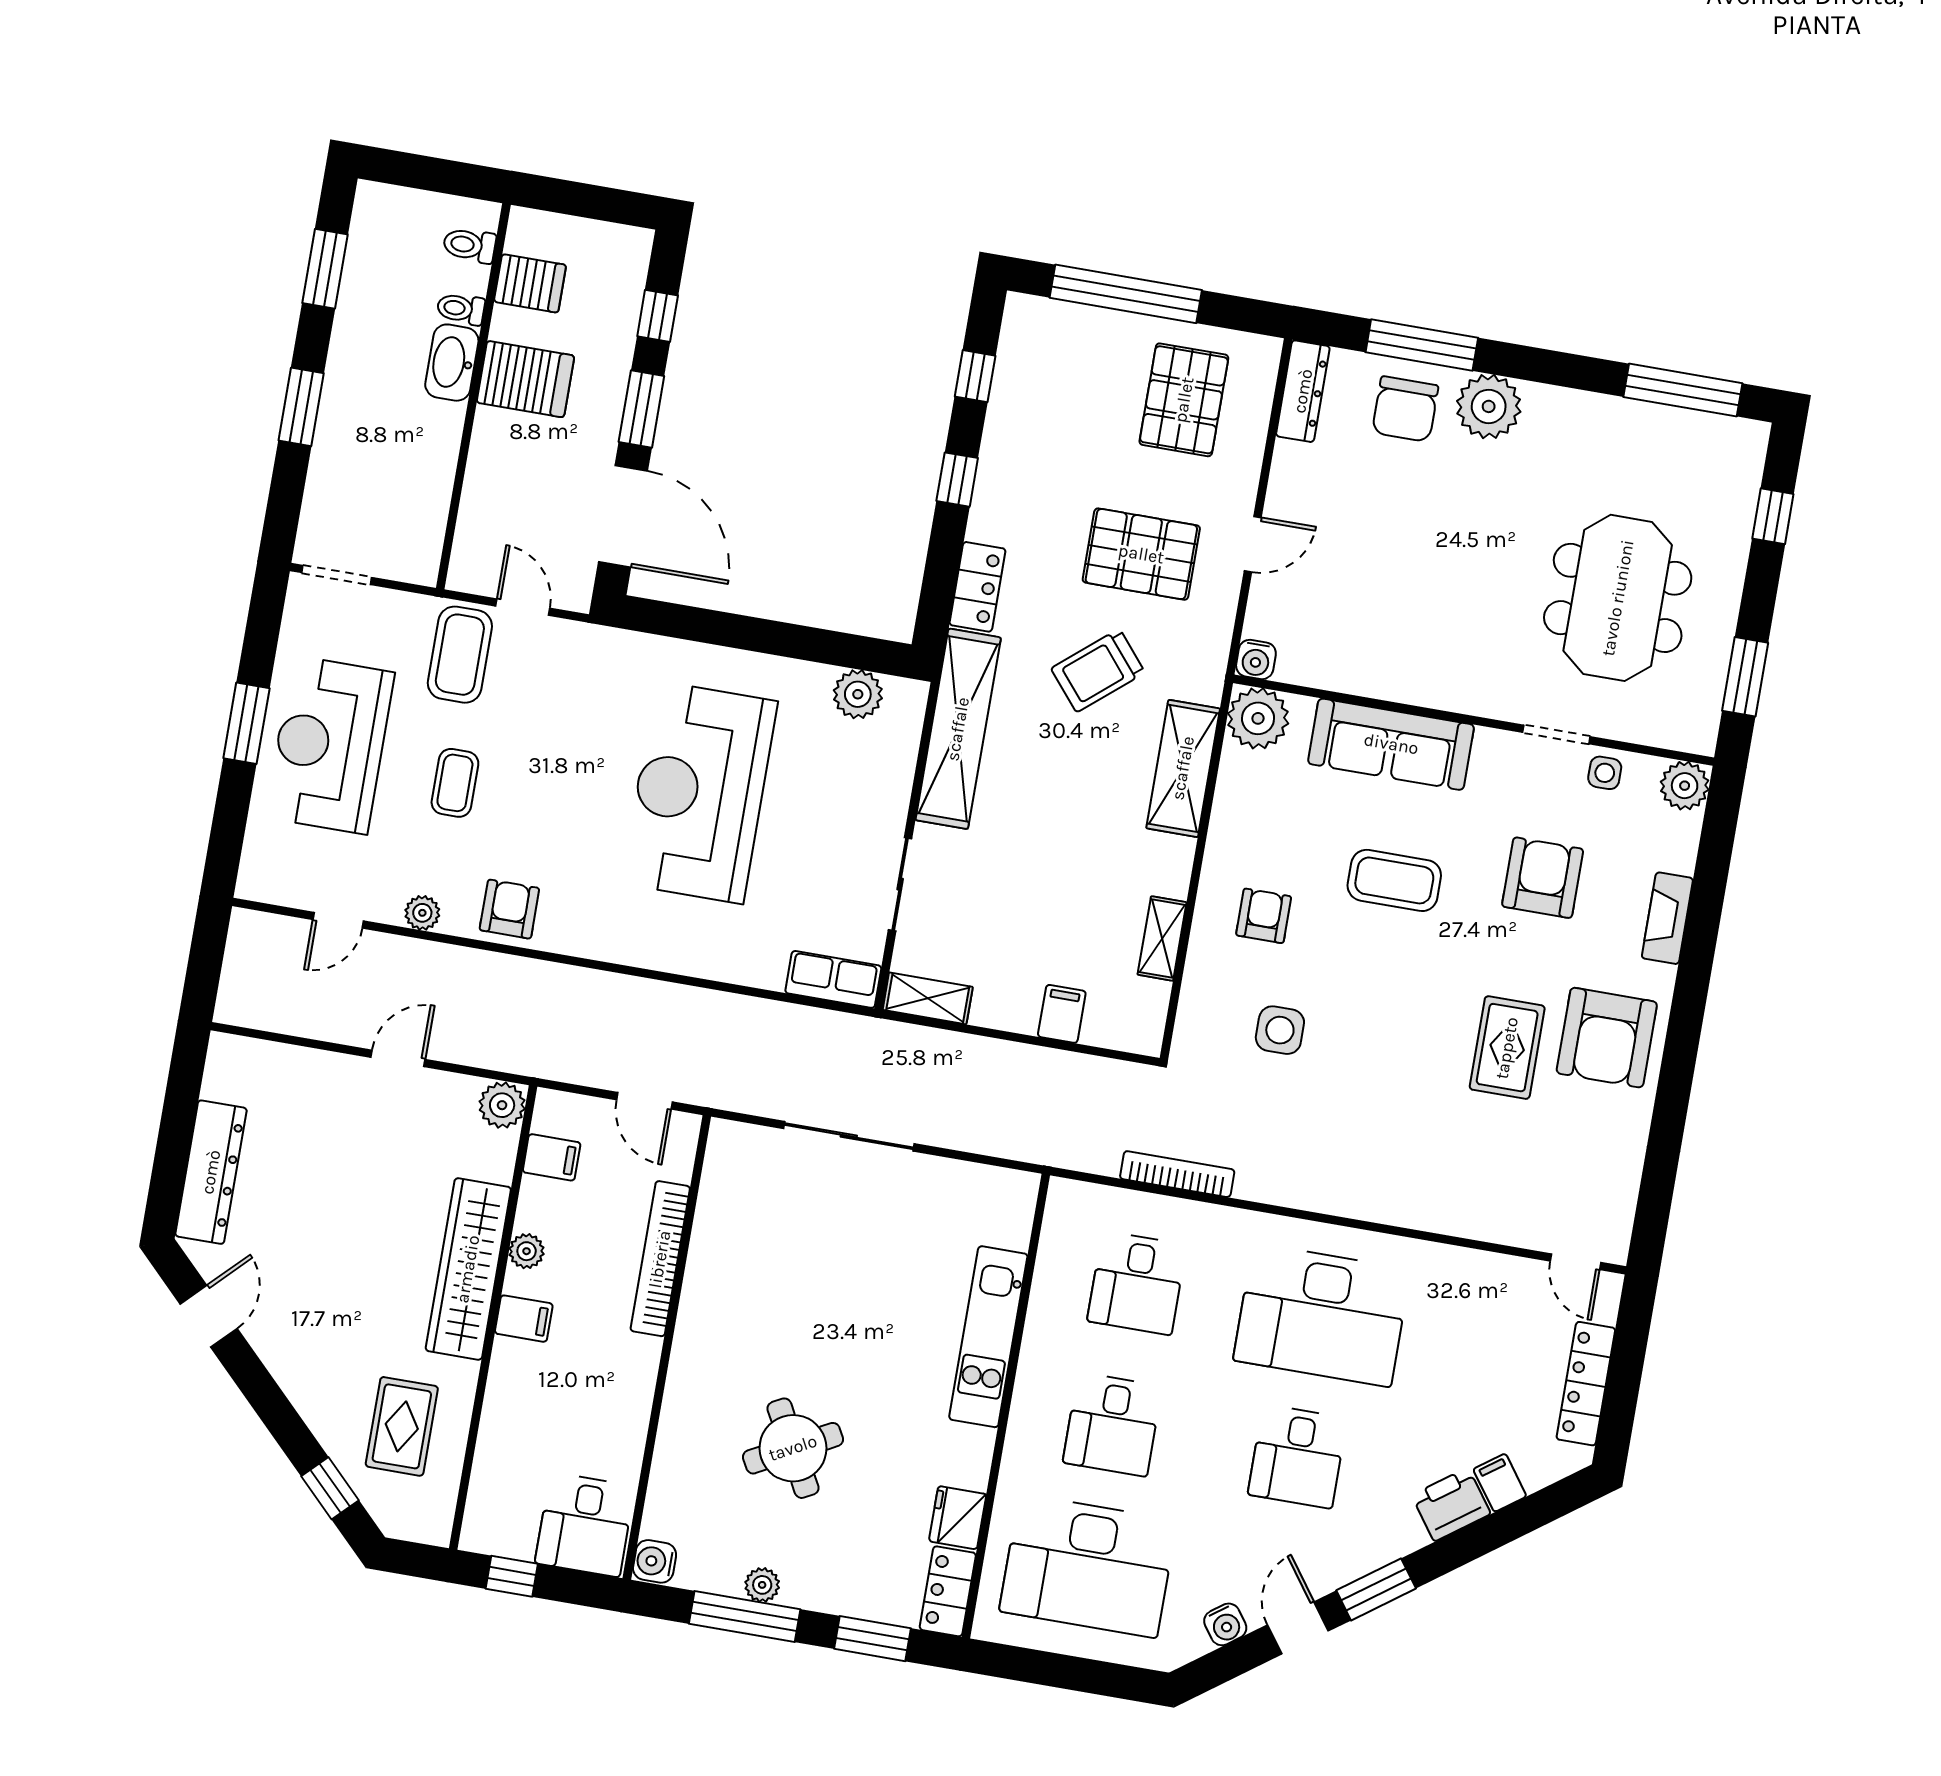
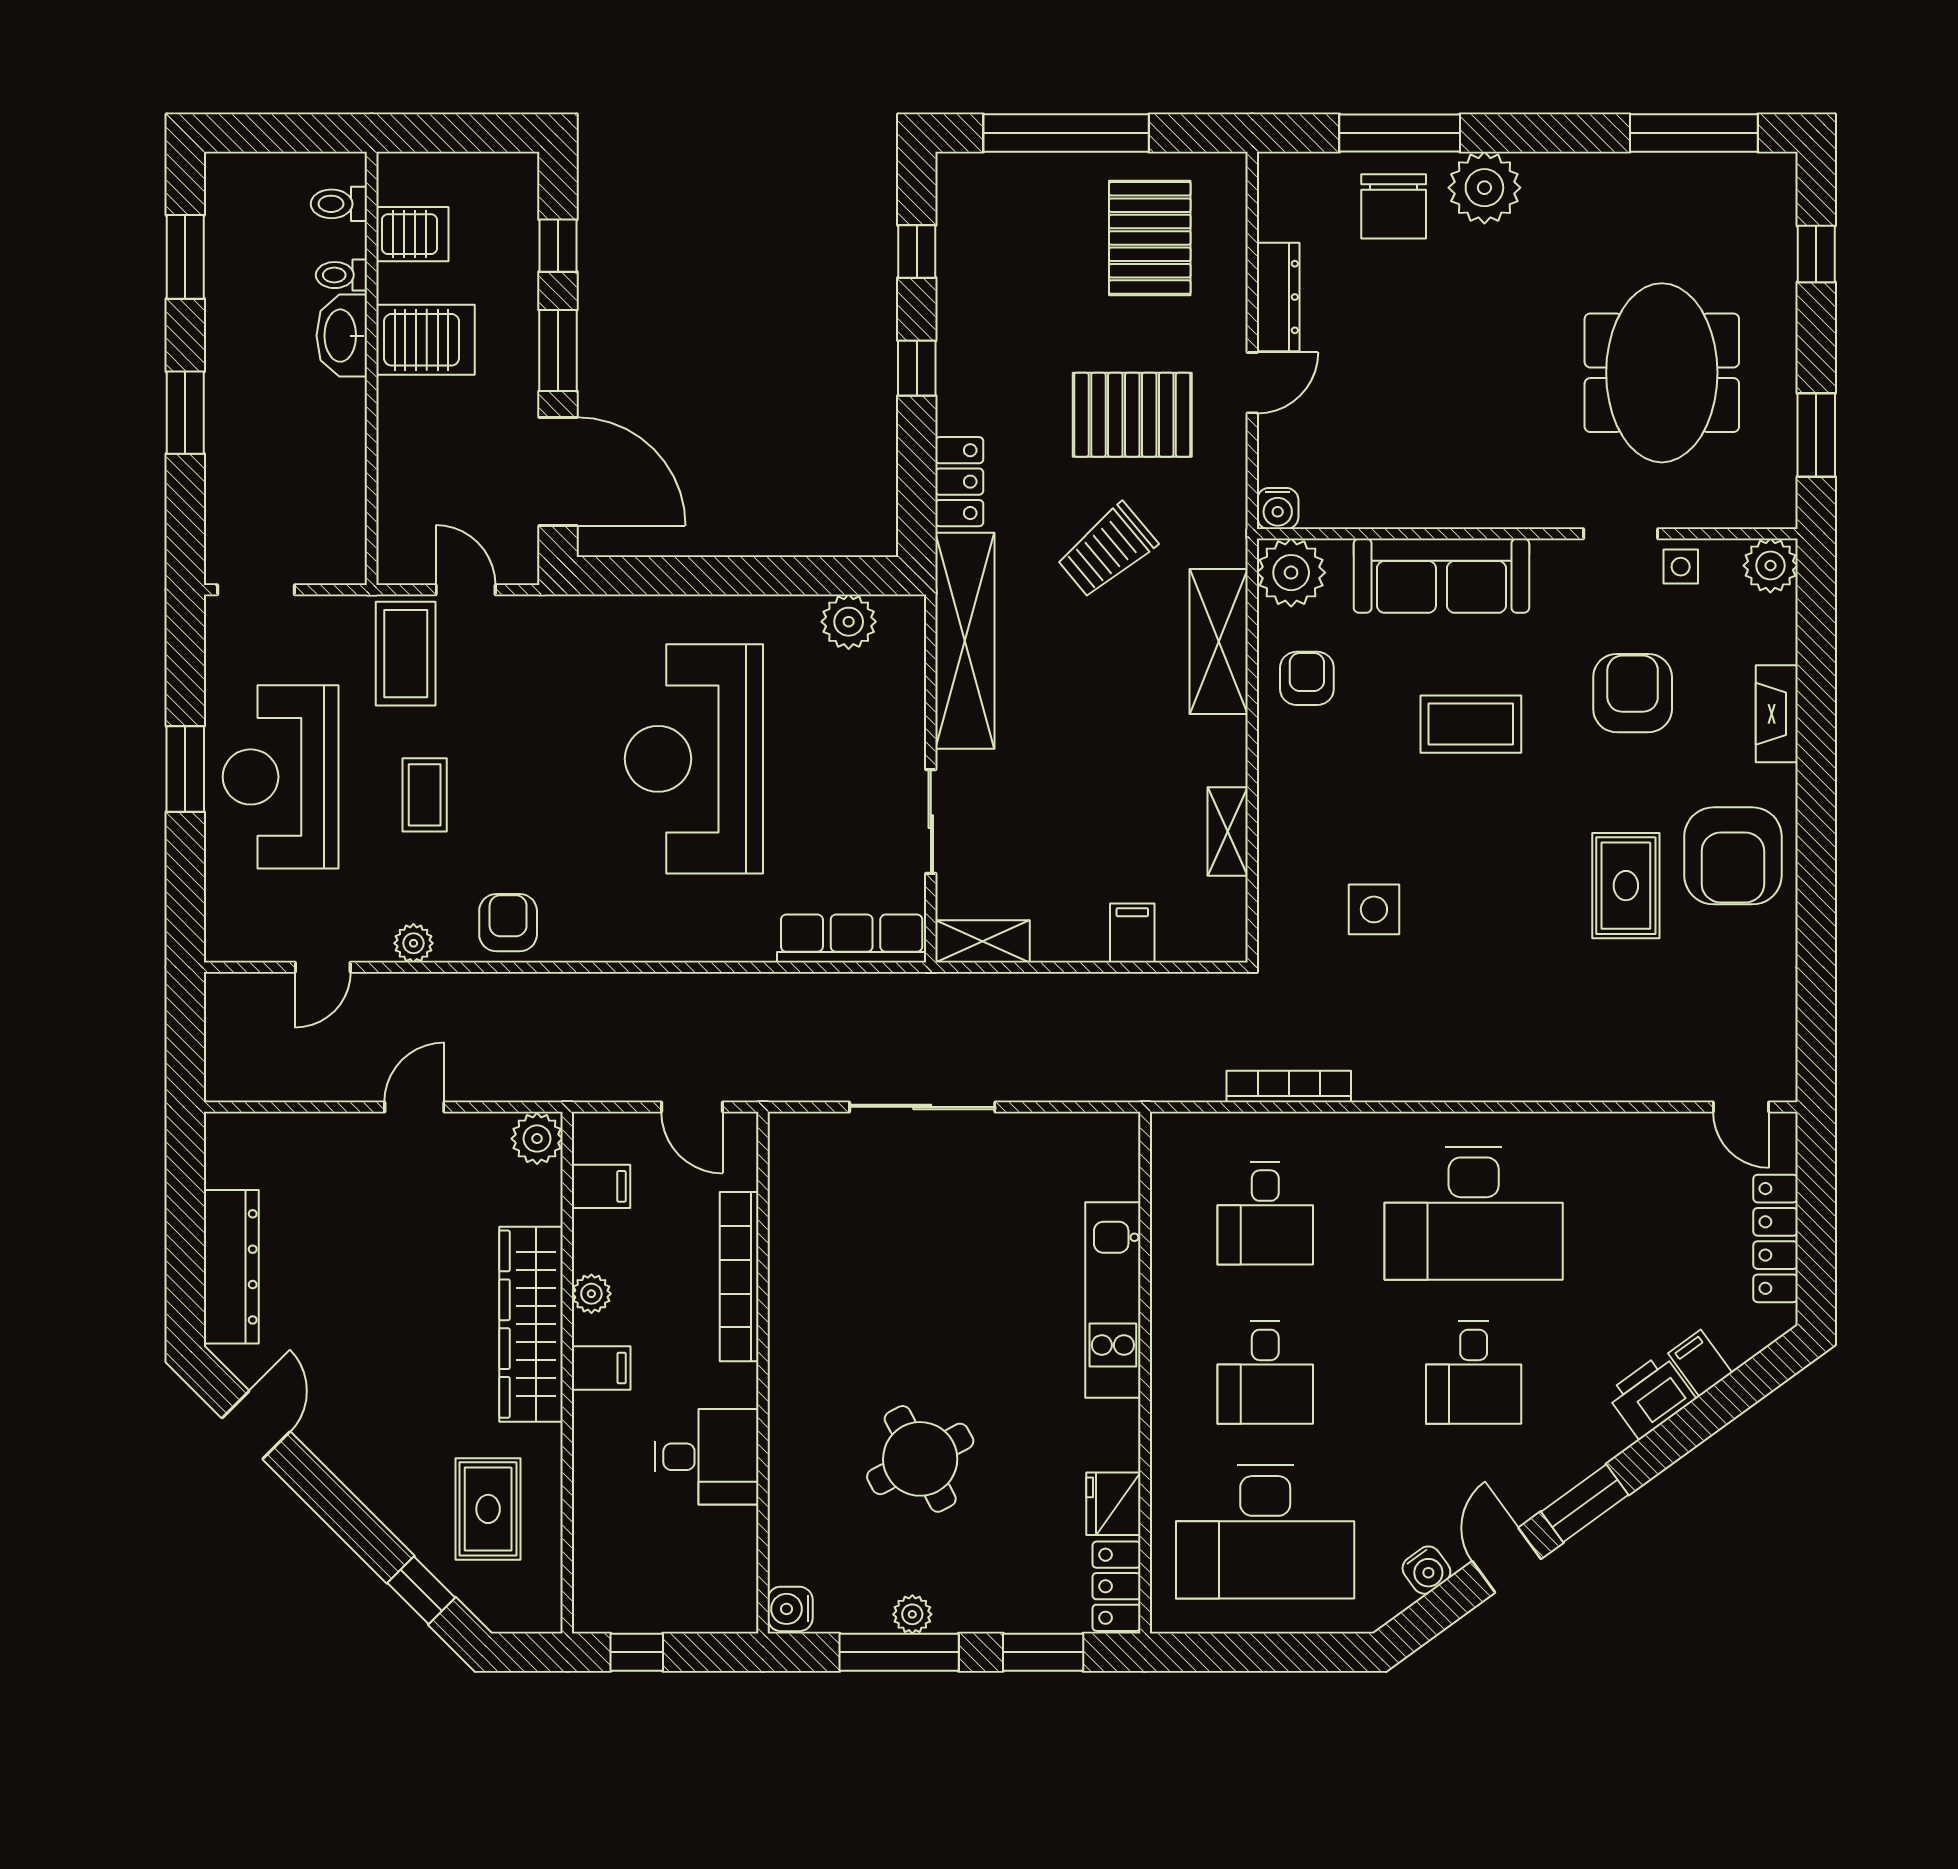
dresser: (1303, 391) -> (1278, 297), moved
armchair: (1264, 916) -> (1307, 678), moved
row of seats: (833, 979) -> (852, 938), width x1.48
desk: (585, 1525) -> (707, 1457), moved, turned -90

